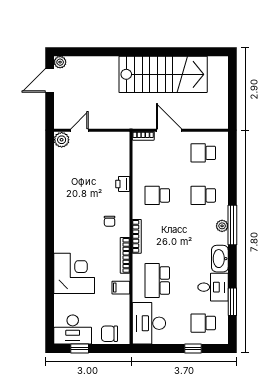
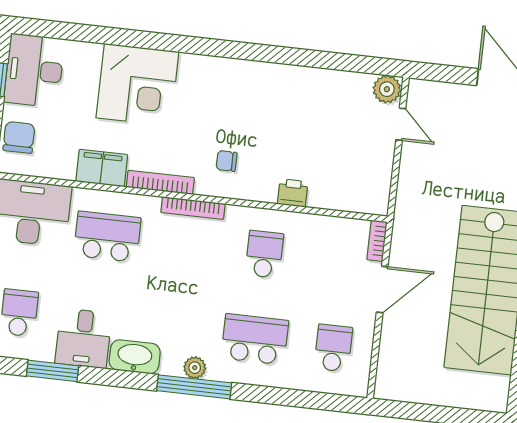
school desk: (203, 195) -> (255, 339), width x1.85
filing cabinet: (121, 288) -> (102, 168), width x2.00

